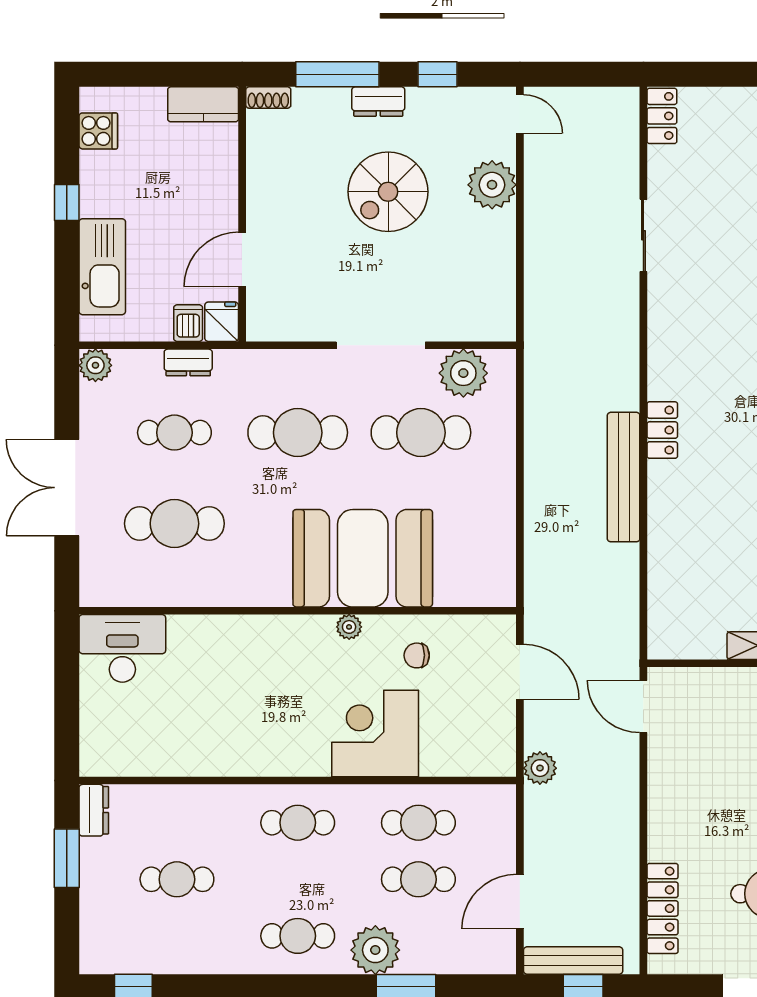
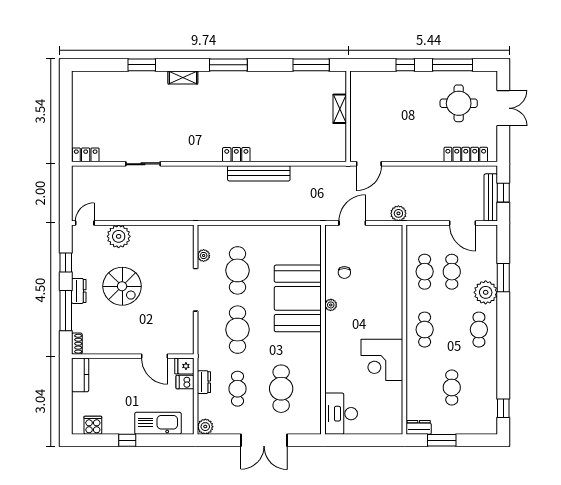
plant: (463, 373) -> (204, 256), width x0.53, depth x0.53
corner desk: (375, 733) -> (382, 360), moved

